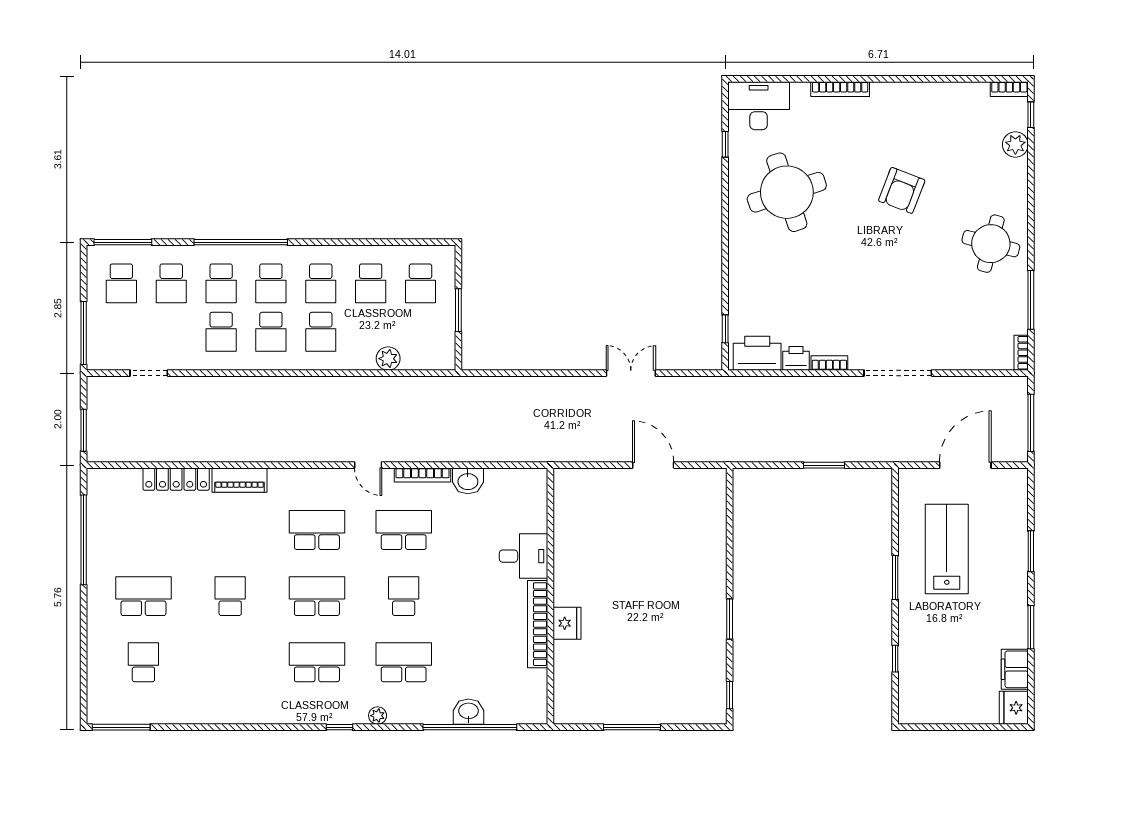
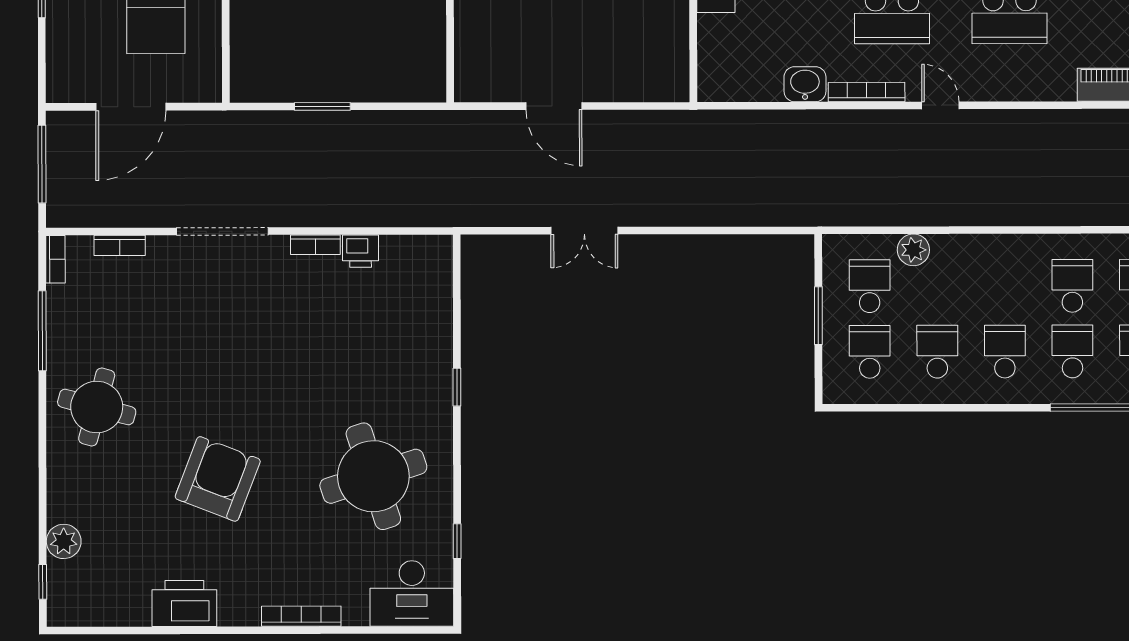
bookcase: (1009, 89) -> (120, 245), moved, turned 180
armchair: (902, 190) -> (218, 479), width x1.36, depth x1.36
window: (725, 329) -> (457, 387), moved
school desk: (321, 332) -> (870, 286), moved
printer: (757, 353) -> (184, 603), moved, turned 180

